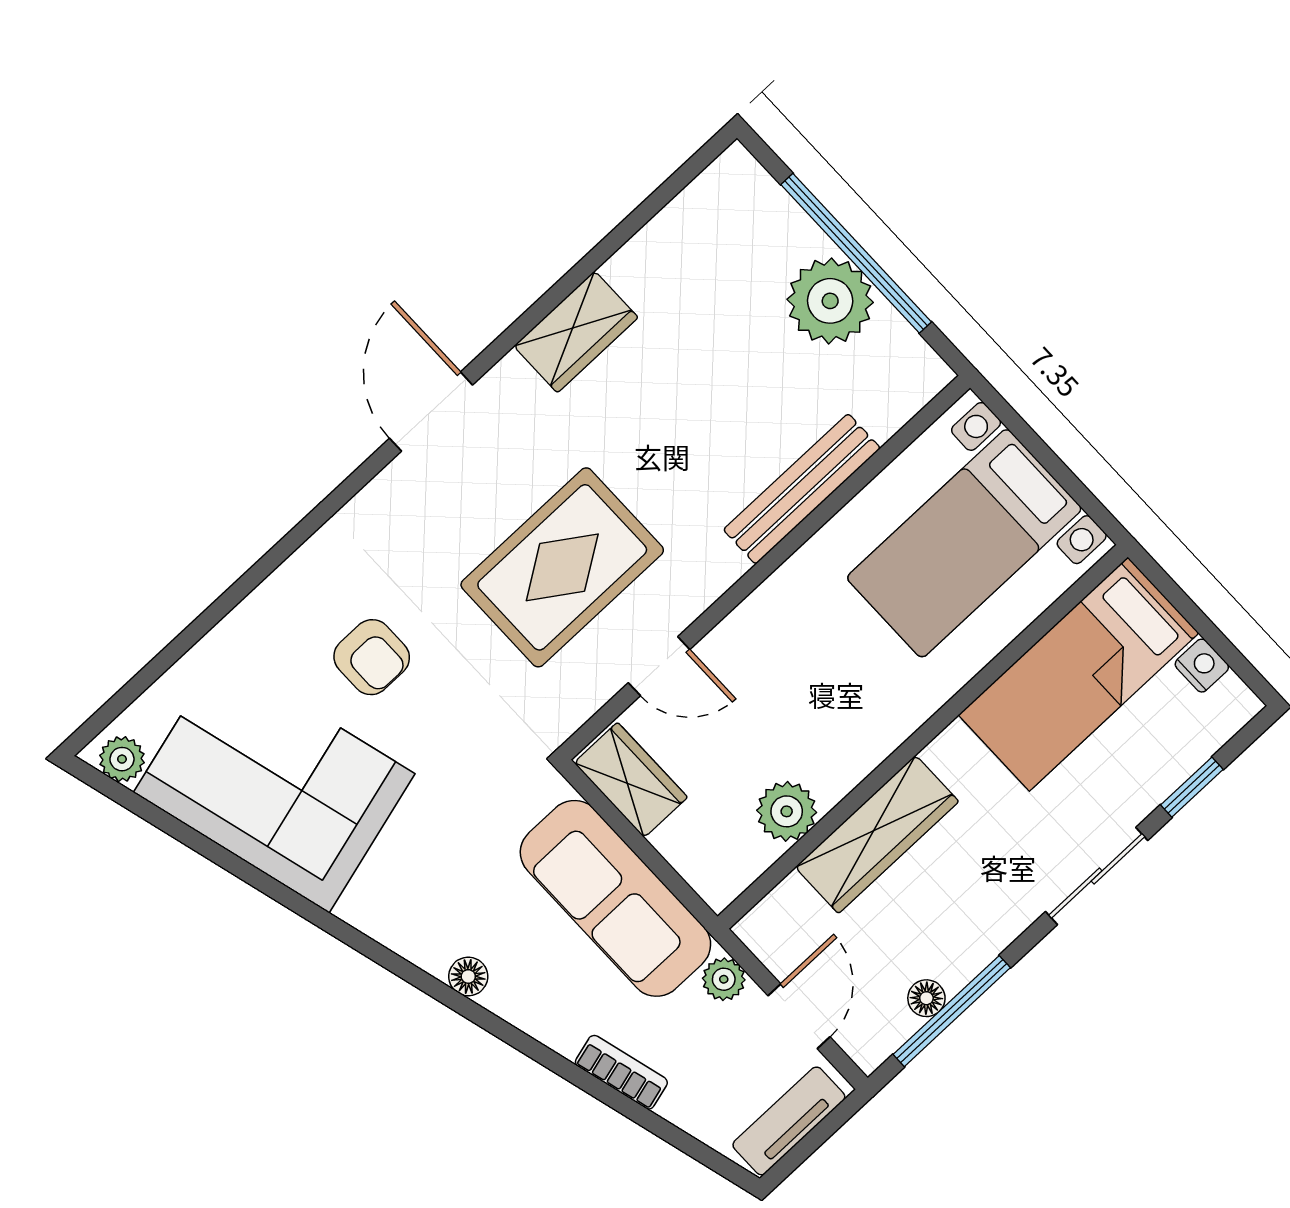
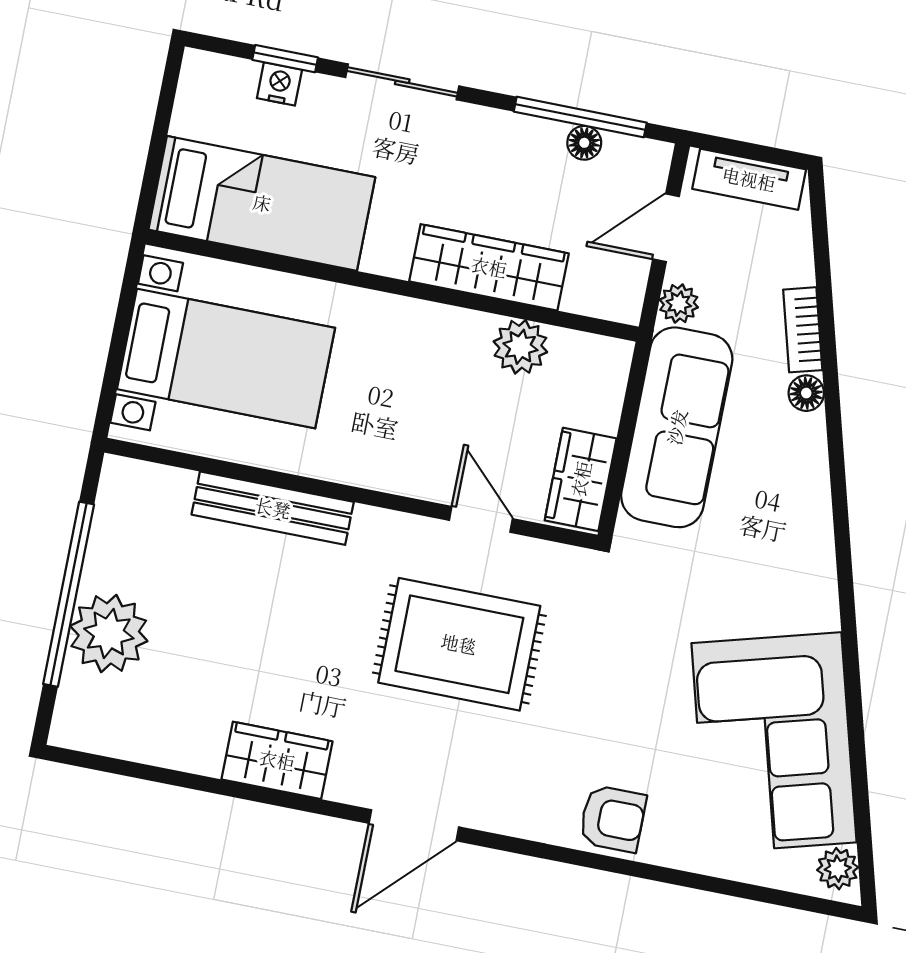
plant: (830, 301) -> (109, 633), moved
armchair: (372, 657) -> (613, 819), moved, turned 90
nightstand: (1202, 666) -> (279, 84), moved, turned 90
floor lamp: (468, 976) -> (806, 393), moved

